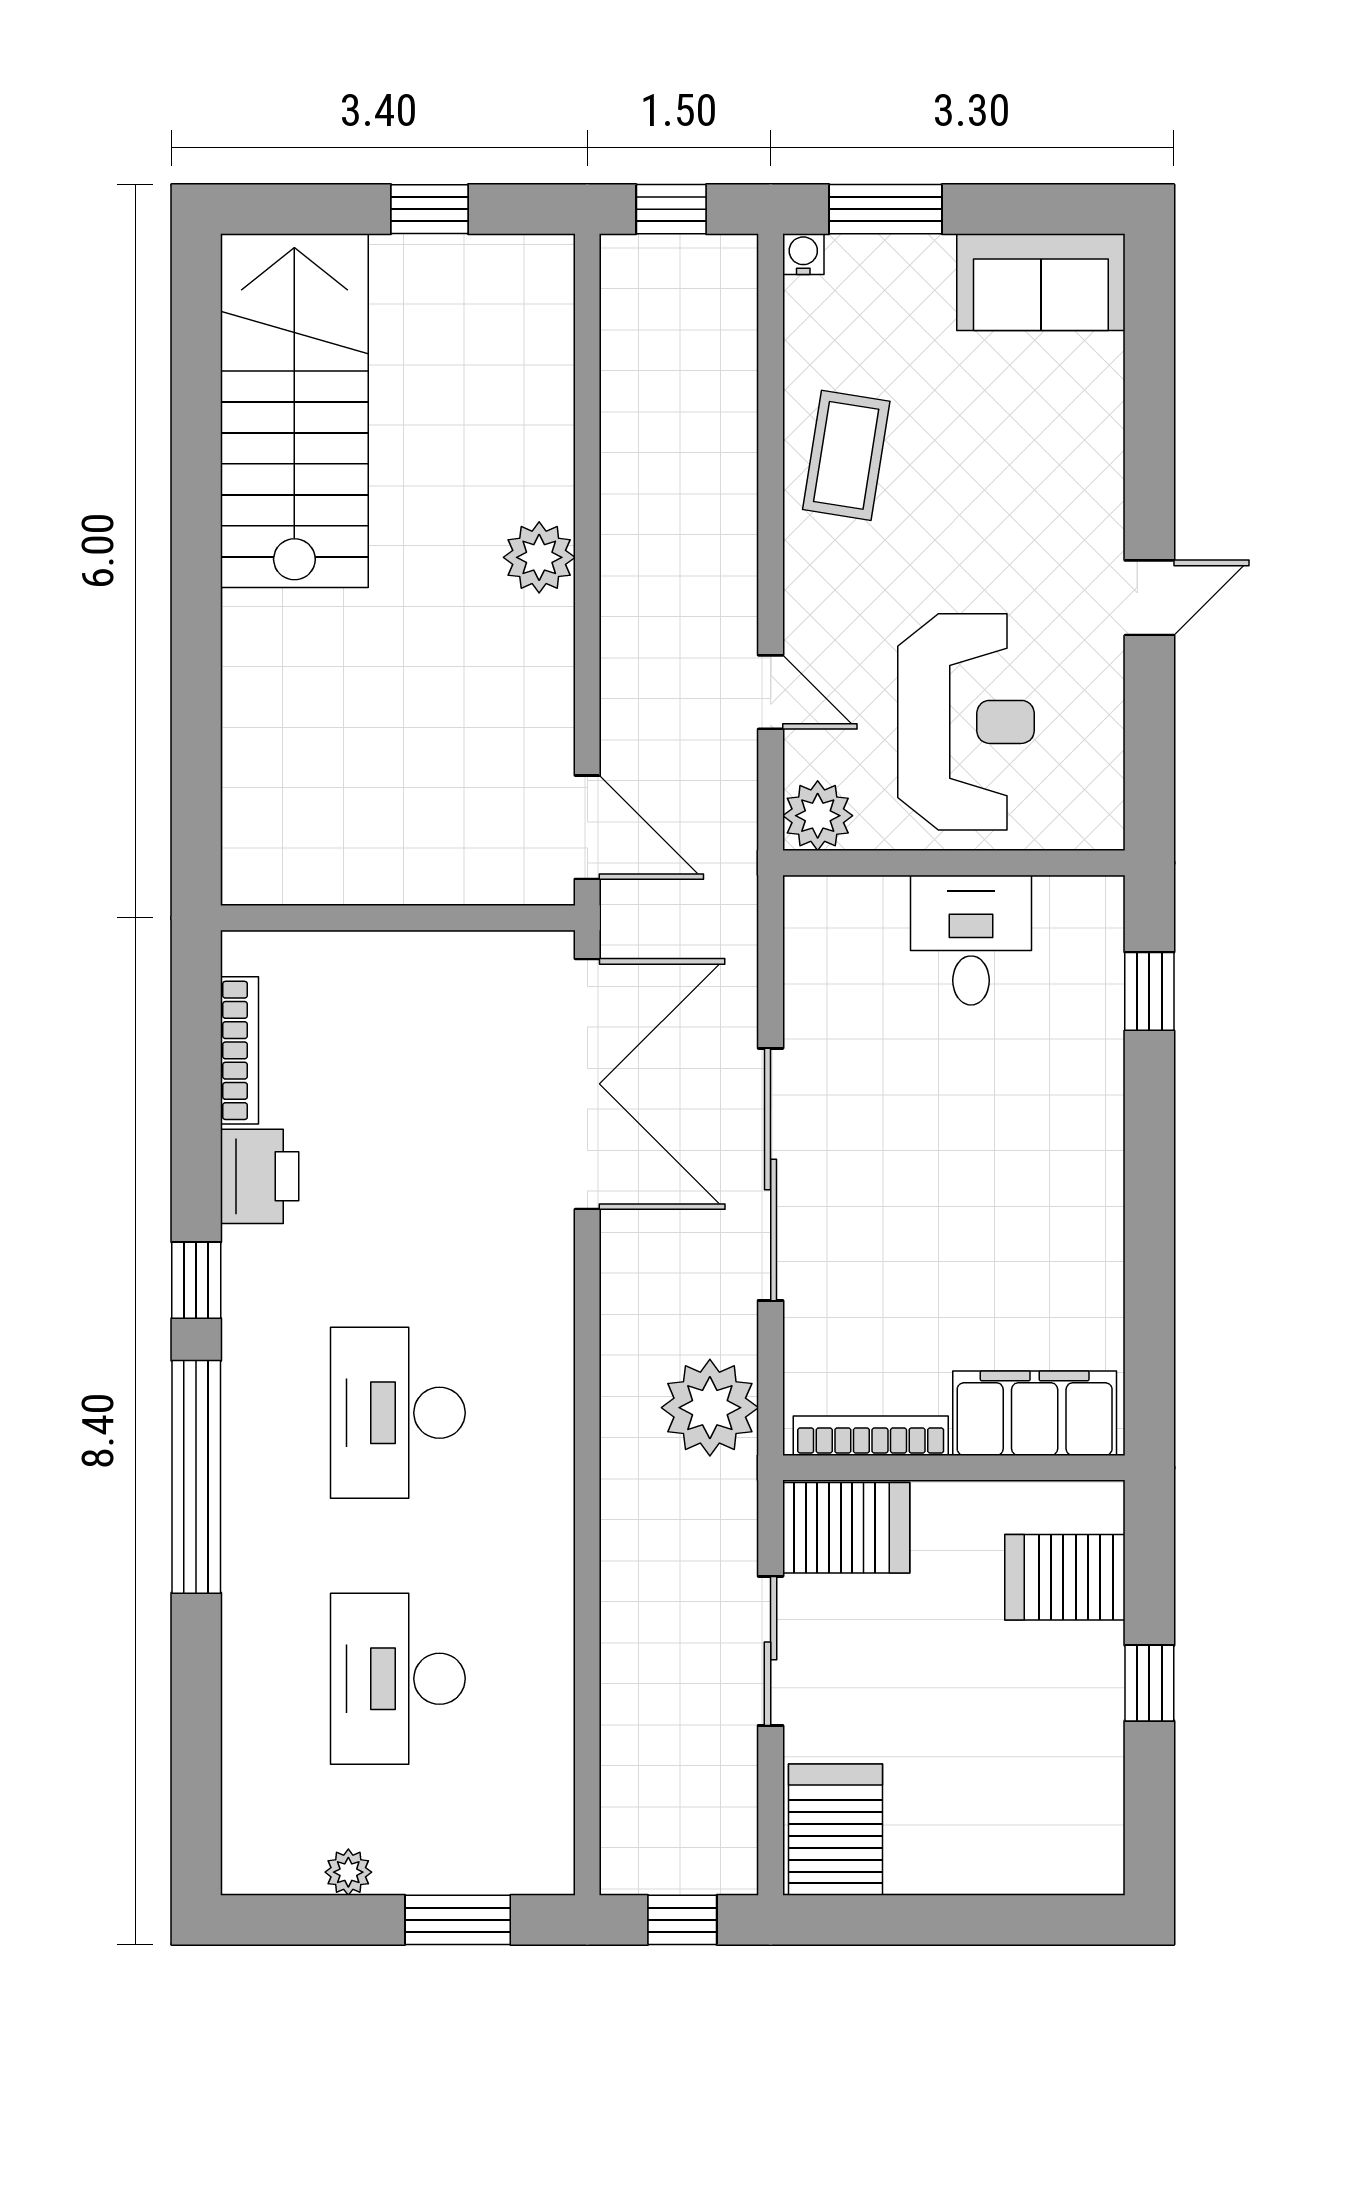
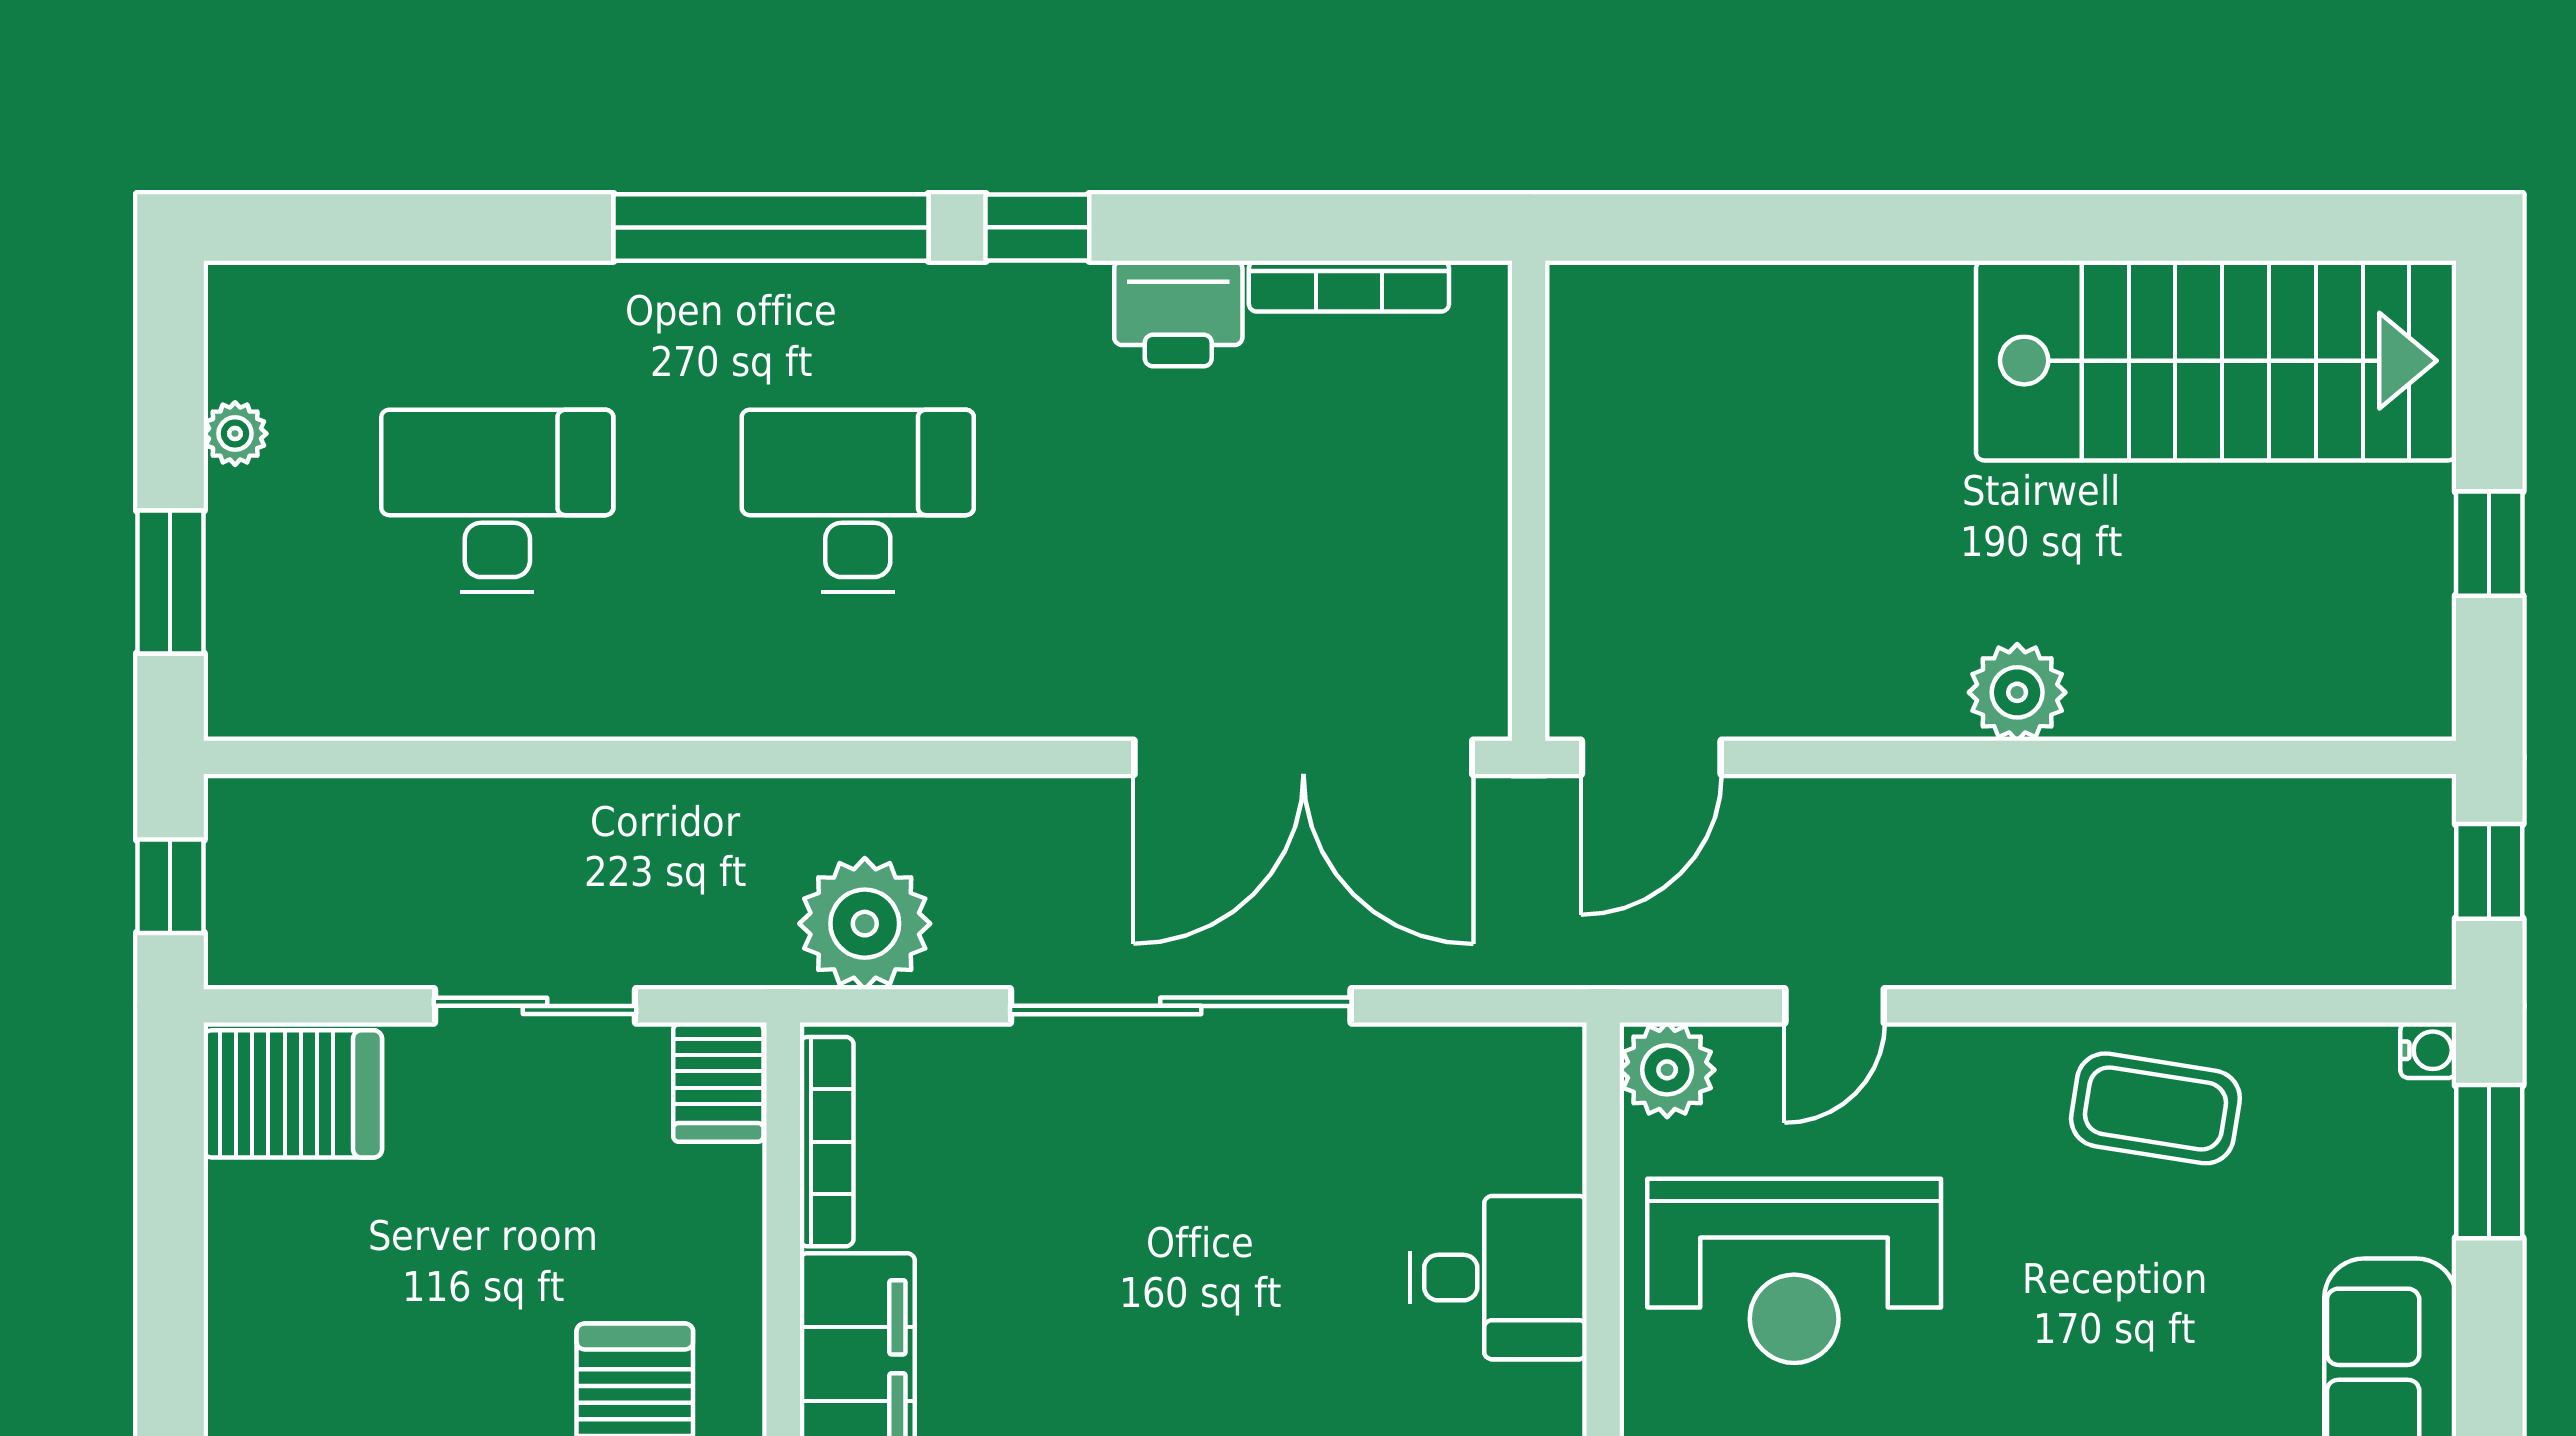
server rack: (846, 1528) -> (718, 1082), width x0.73, depth x0.70

